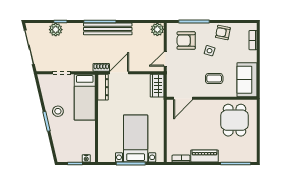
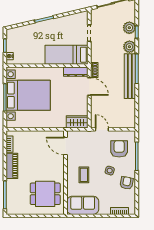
plant: (157, 29) -> (129, 47), moved
stool: (58, 111) -> (53, 30), removed
bed with nightstands: (136, 138) -> (28, 95), width x1.36

